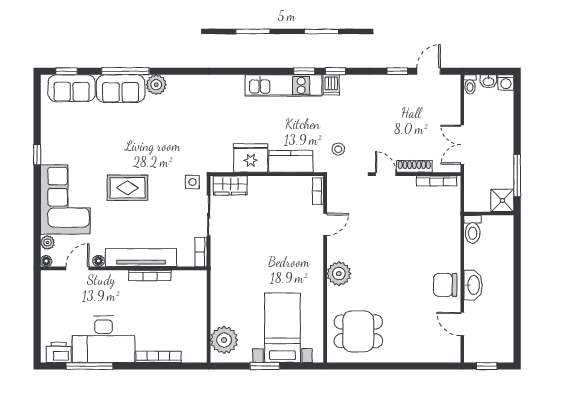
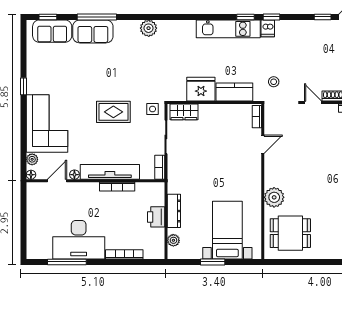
plant: (156, 85) -> (149, 28), moved
rug: (127, 188) -> (113, 112), moved
plant: (339, 274) -> (274, 197), moved
dresser: (218, 305) -> (174, 211), added
plant: (224, 340) -> (173, 240), width x0.53, depth x0.53
printer: (59, 352) -> (156, 217), moved, turned -90

